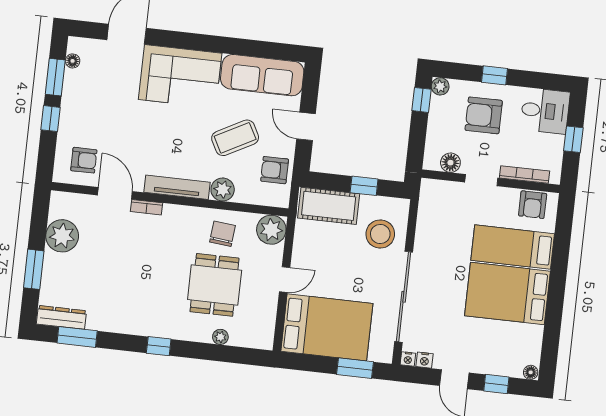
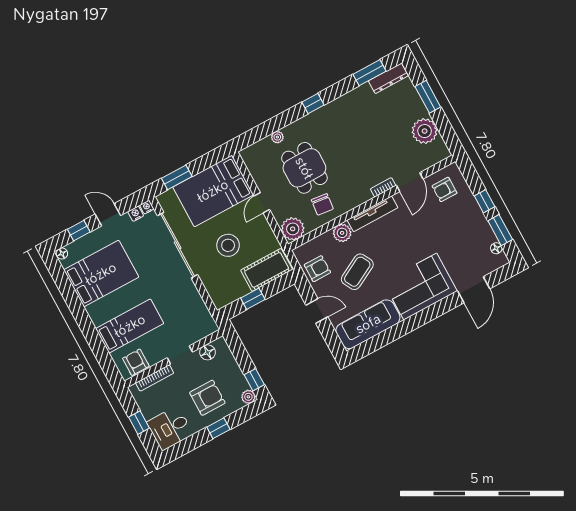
door: (115, 193) -> (410, 182), hinge flipped
stool: (380, 234) -> (228, 245), moved
bed: (507, 293) -> (101, 274), moved

